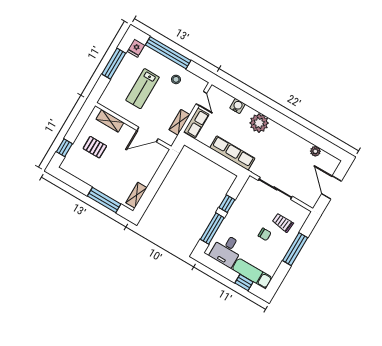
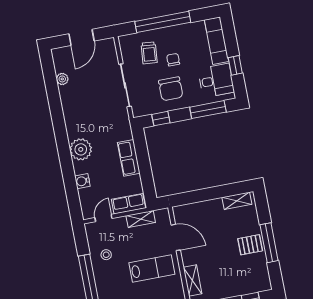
lab bench: (143, 89) -> (152, 269), moved
pallet: (95, 147) -> (250, 245), moved, turned 90
row of seats: (232, 153) -> (129, 158), width x0.68
window: (104, 200) -> (269, 243), moved
window: (227, 204) -> (161, 119), moved
chair: (247, 216) -> (171, 89), added
window: (295, 249) -> (163, 22), width x1.46
window: (244, 282) -> (235, 65), moved

